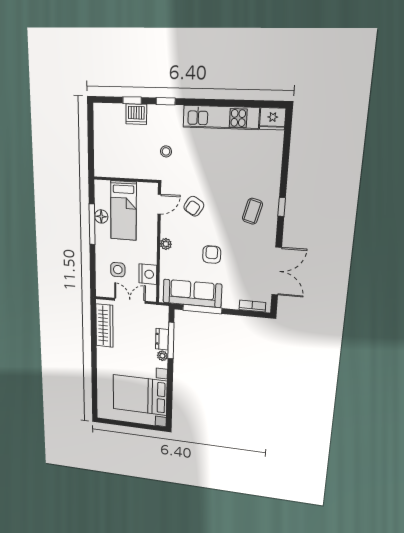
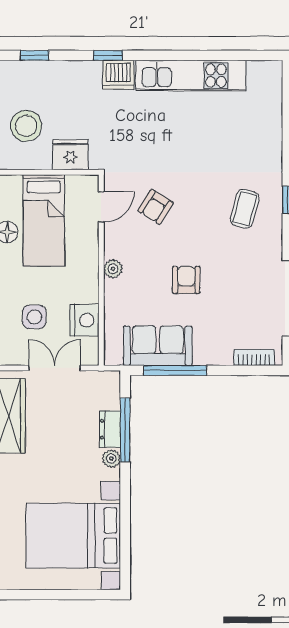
window: (132, 100) -> (34, 55), moved
dishwasher: (136, 114) -> (118, 75), moved
fridge: (273, 119) -> (70, 155), moved, turned 180
stool: (166, 151) -> (26, 126), moved, width x1.89, depth x1.89
sofa: (192, 293) -> (158, 346), width x0.73

